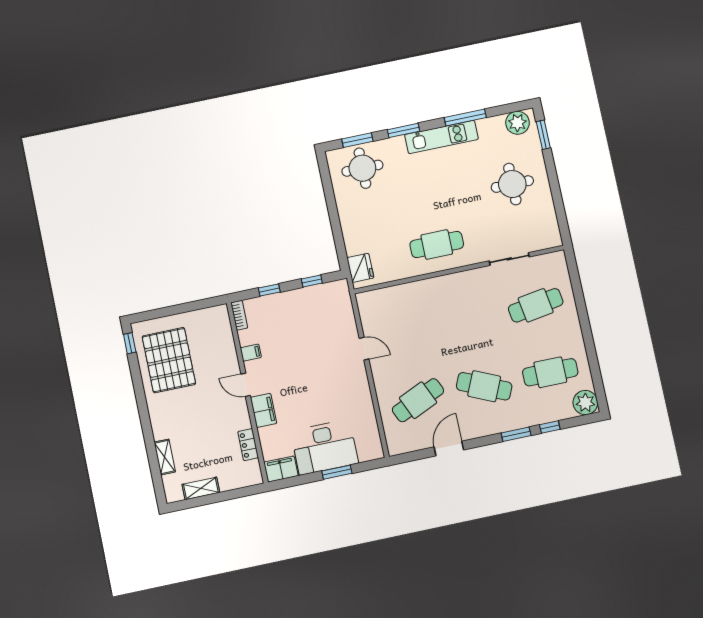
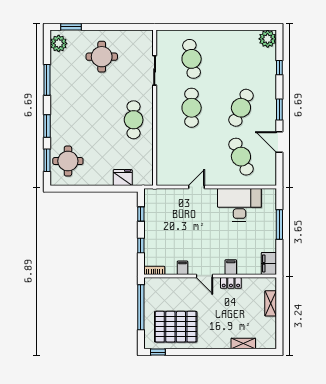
kitchen unit: (441, 137) -> (57, 100), removed
fridge: (360, 268) -> (123, 178), moved
window: (186, 308) -> (141, 307), added
cafe table: (550, 372) -> (192, 108), moved
door: (246, 385) -> (205, 276), hinge flipped
filing cabinet: (264, 410) -> (231, 267), width x0.50
window: (516, 434) -> (279, 109), moved
locker: (248, 445) -> (231, 283), moved
desk: (325, 447) -> (239, 205), moved, turned -90
window: (337, 472) -> (279, 224), width x1.44
shelving: (201, 488) -> (271, 303), moved

